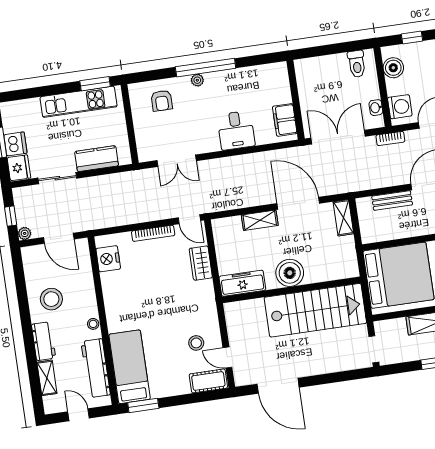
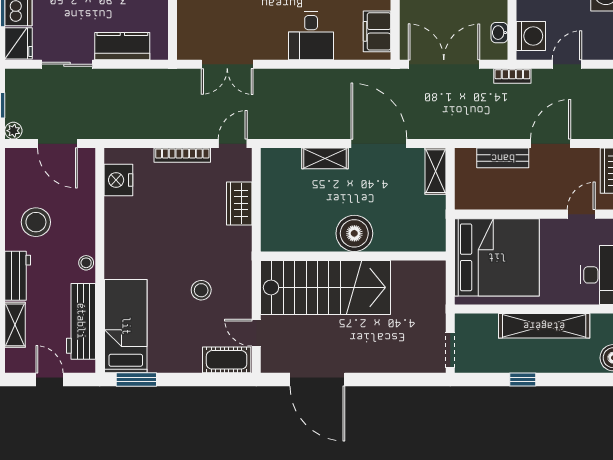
door: (189, 219) -> (233, 144), swing flipped
freezer: (242, 283) -> (290, 238), removed
stairs: (315, 310) -> (326, 287), moved
stool: (196, 343) -> (201, 290), moved

